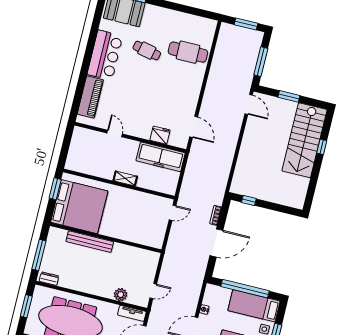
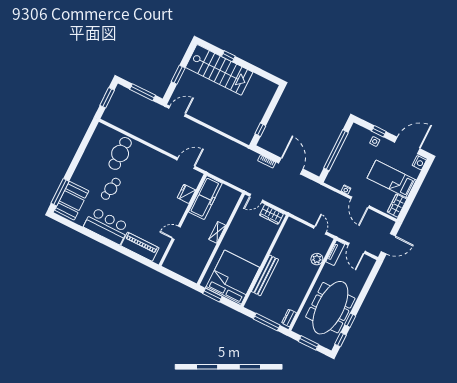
door: (172, 213) -> (256, 198), swing flipped
wardrobe: (158, 234) -> (271, 214), added
bed: (254, 306) -> (353, 146), removed

